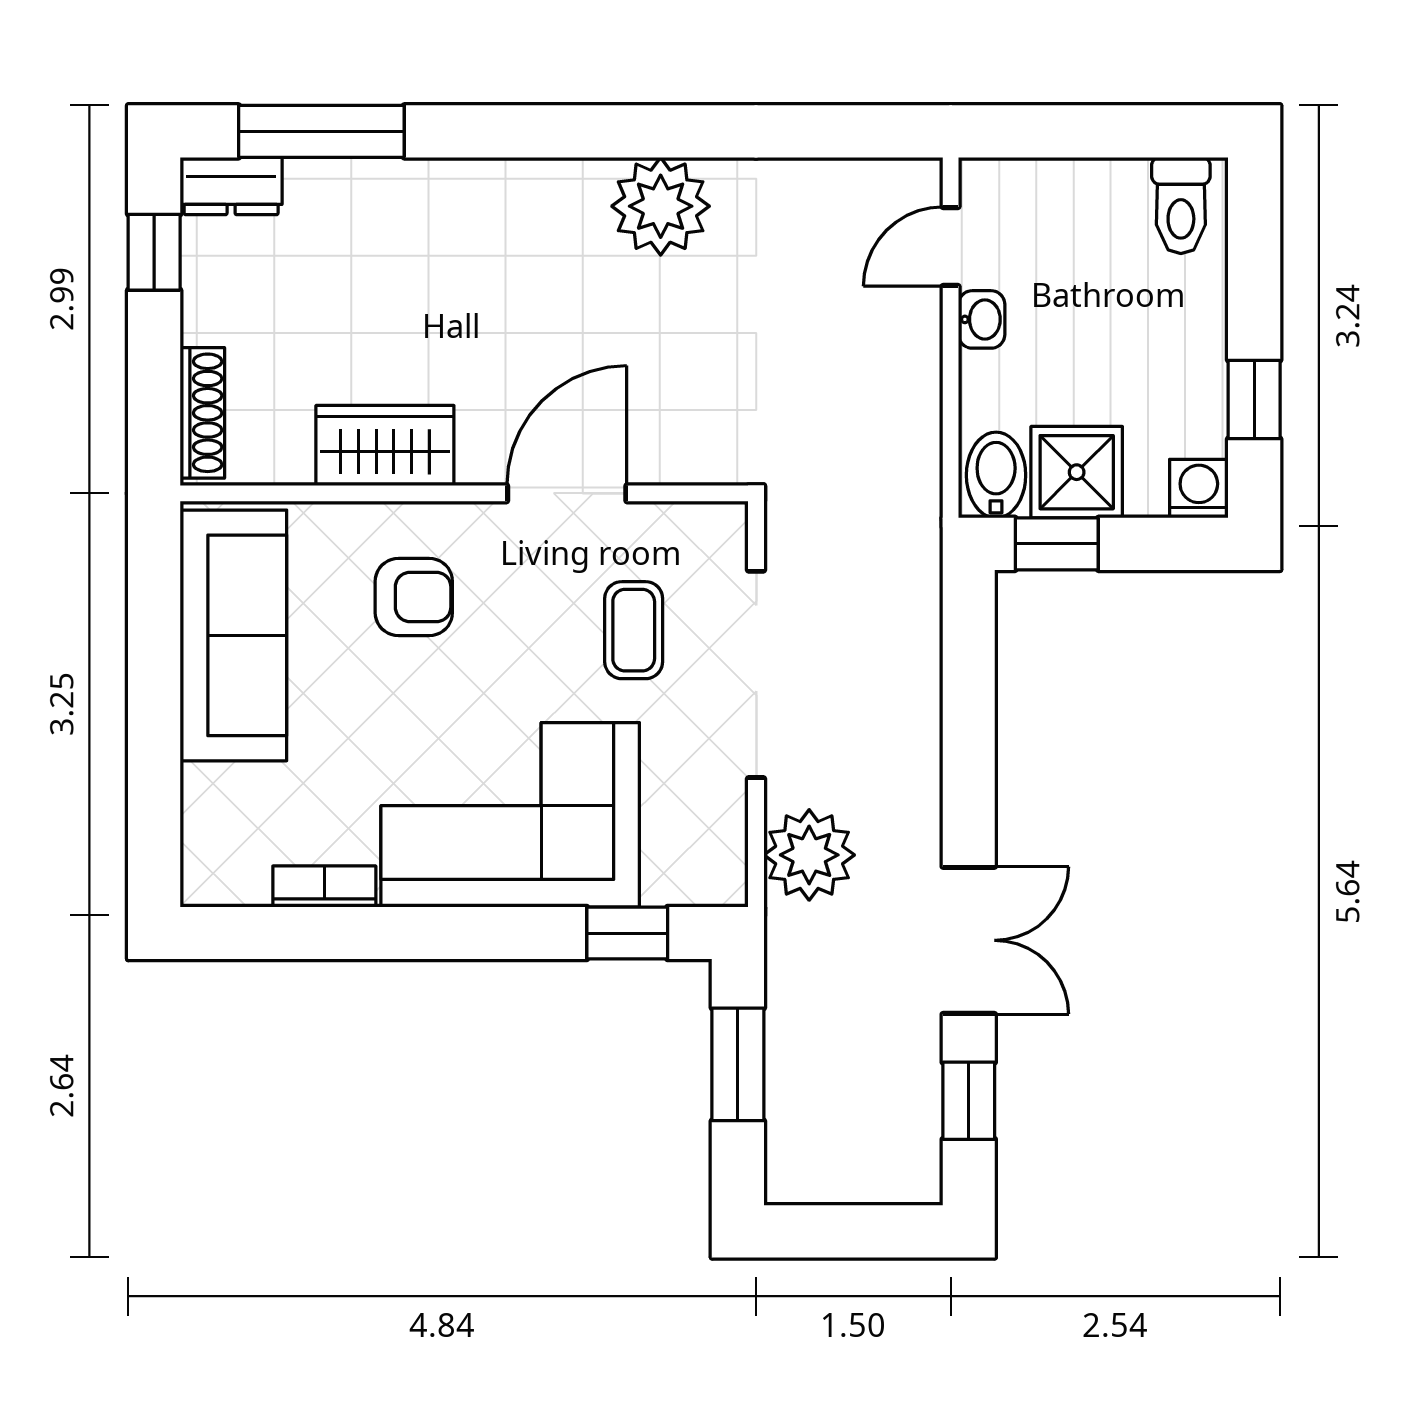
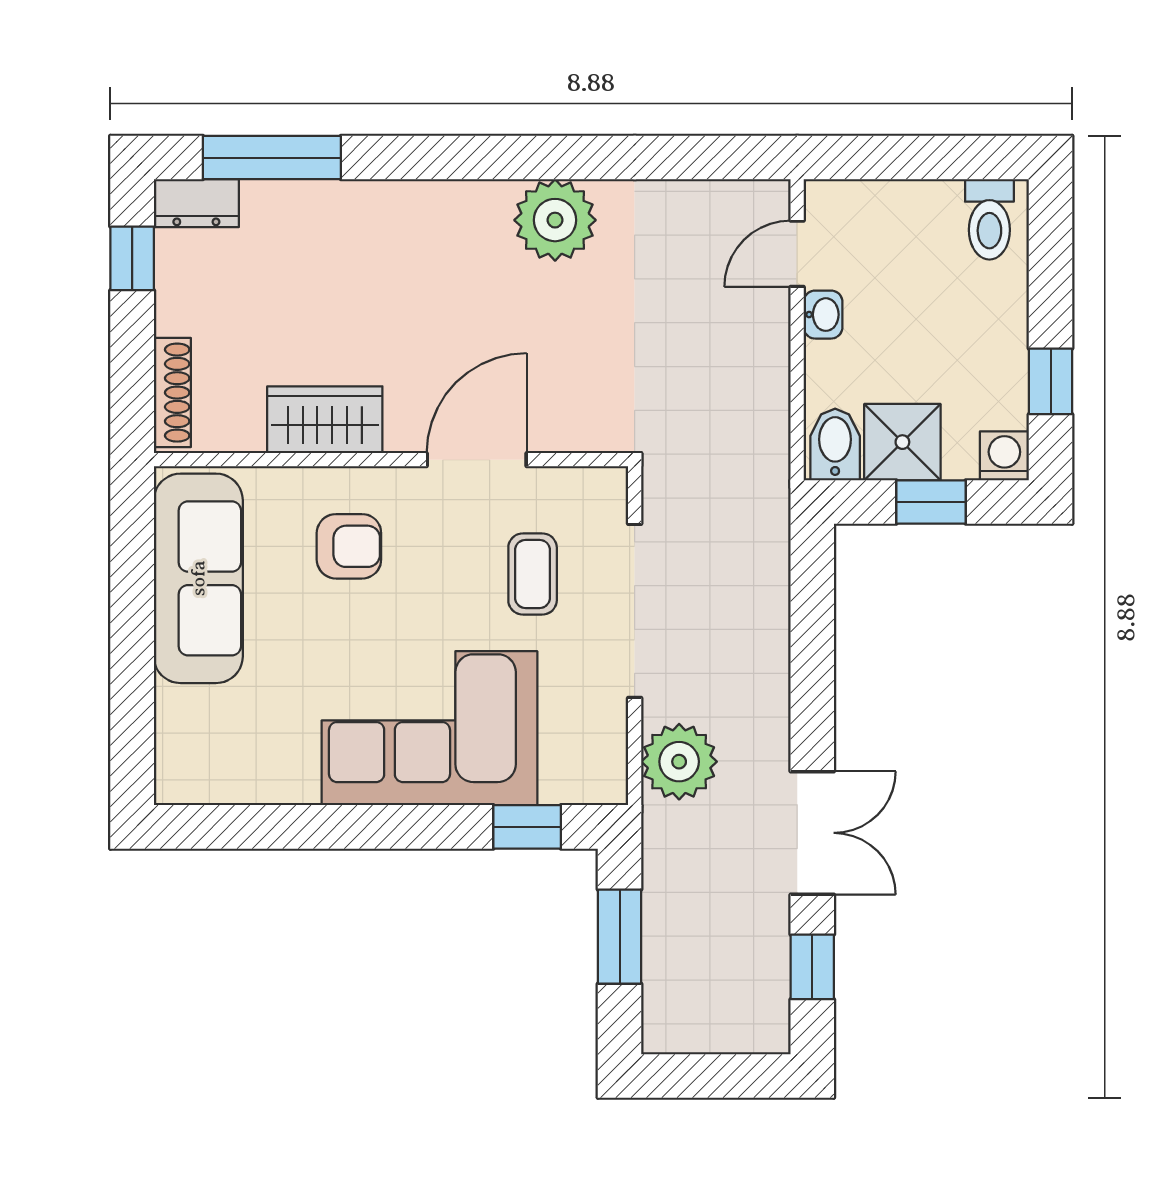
window: (1057, 544) -> (931, 502), moved
bookcase: (324, 887) -> (274, 788), removed

